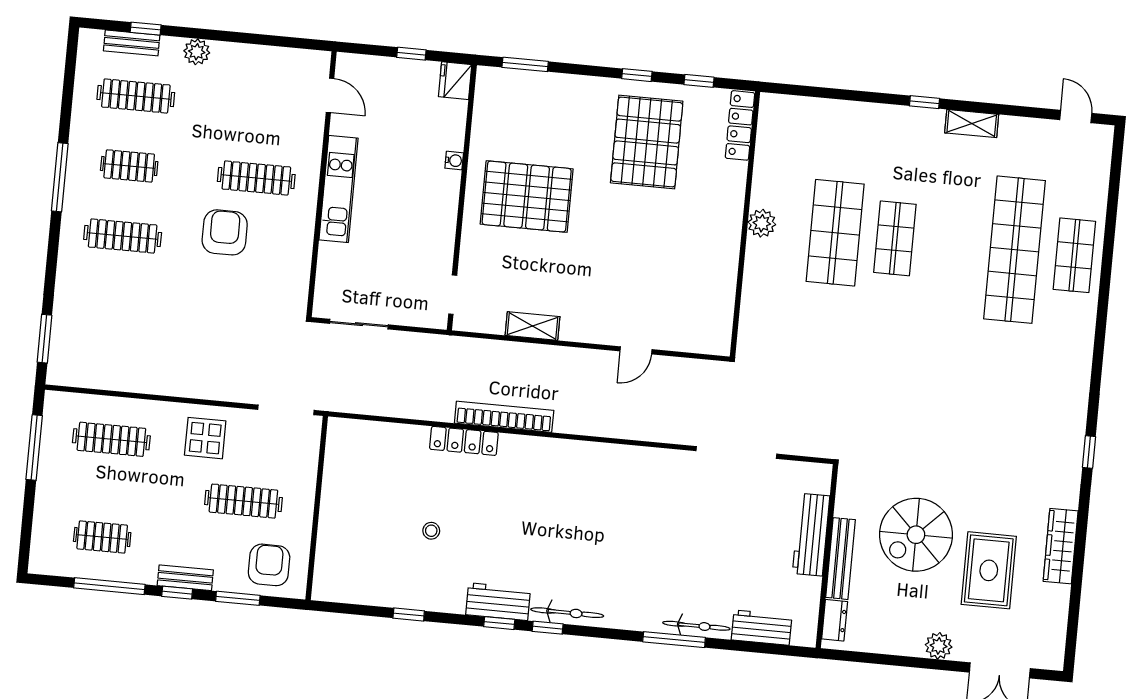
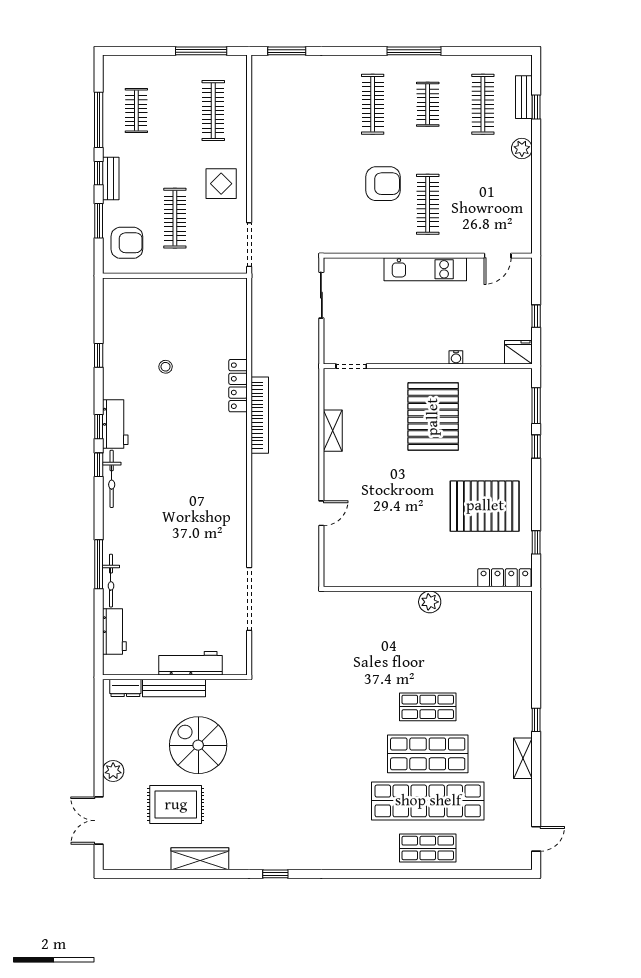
window: (637, 75) -> (536, 446), moved
shop shelf: (835, 233) -> (428, 754), moved
door: (636, 350) -> (321, 513), swing flipped

